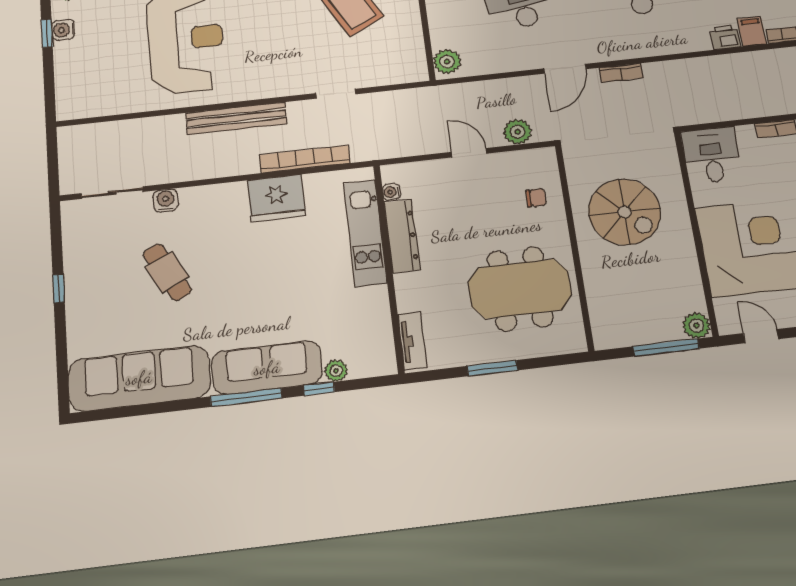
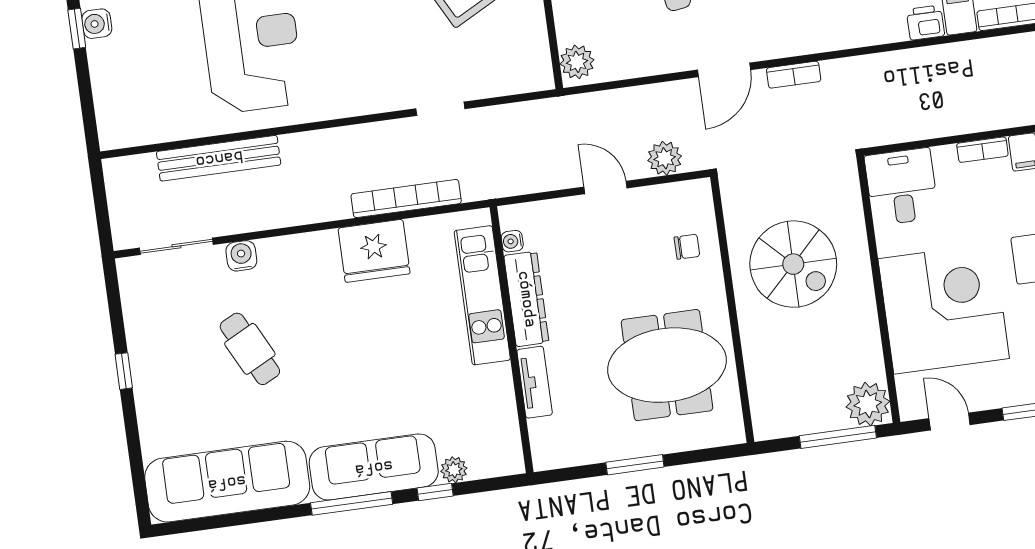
bench: (236, 118) -> (219, 158), moved
plant: (697, 326) -> (868, 404), width x1.36, depth x1.36
tv unit: (412, 341) -> (535, 382), moved

